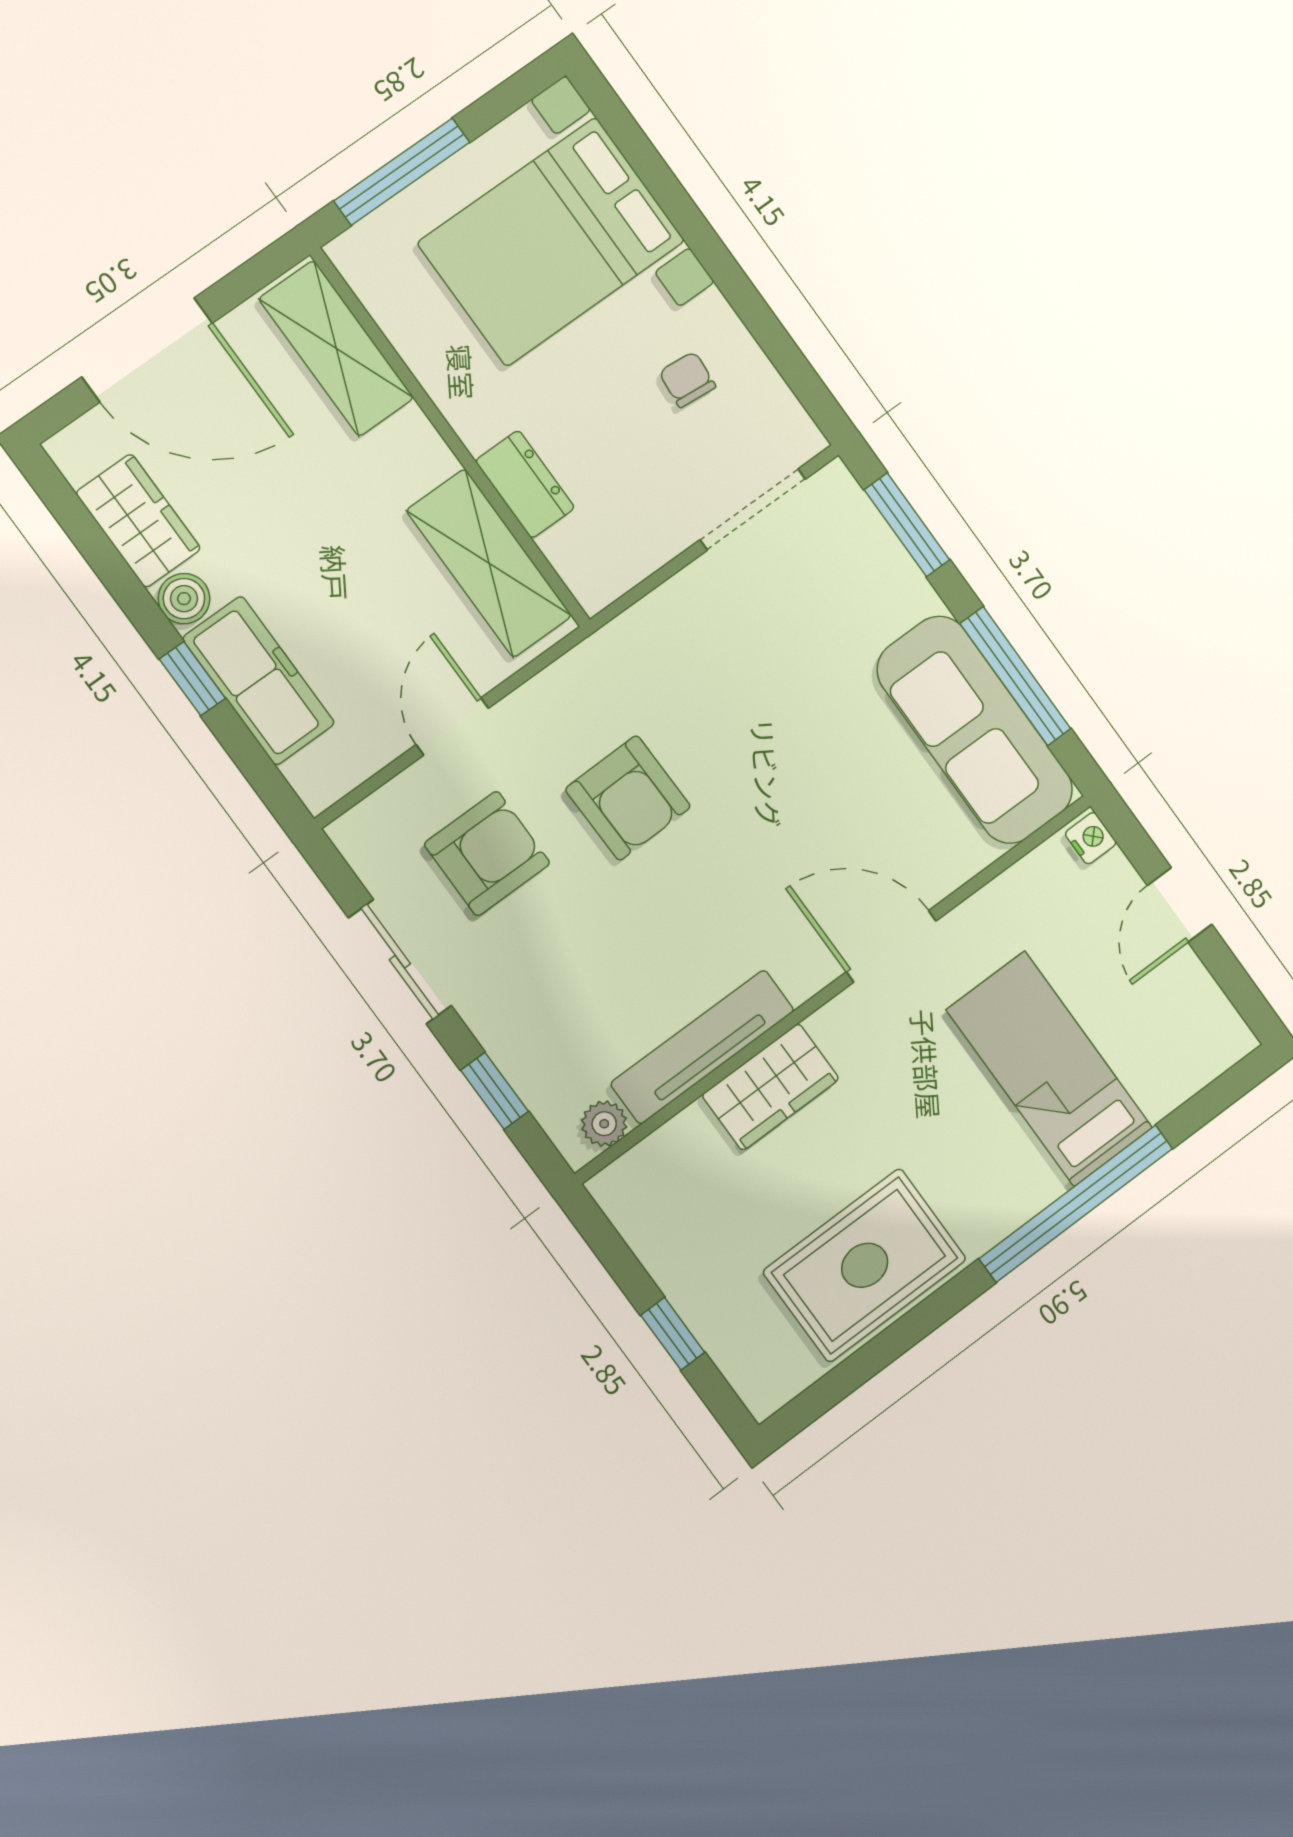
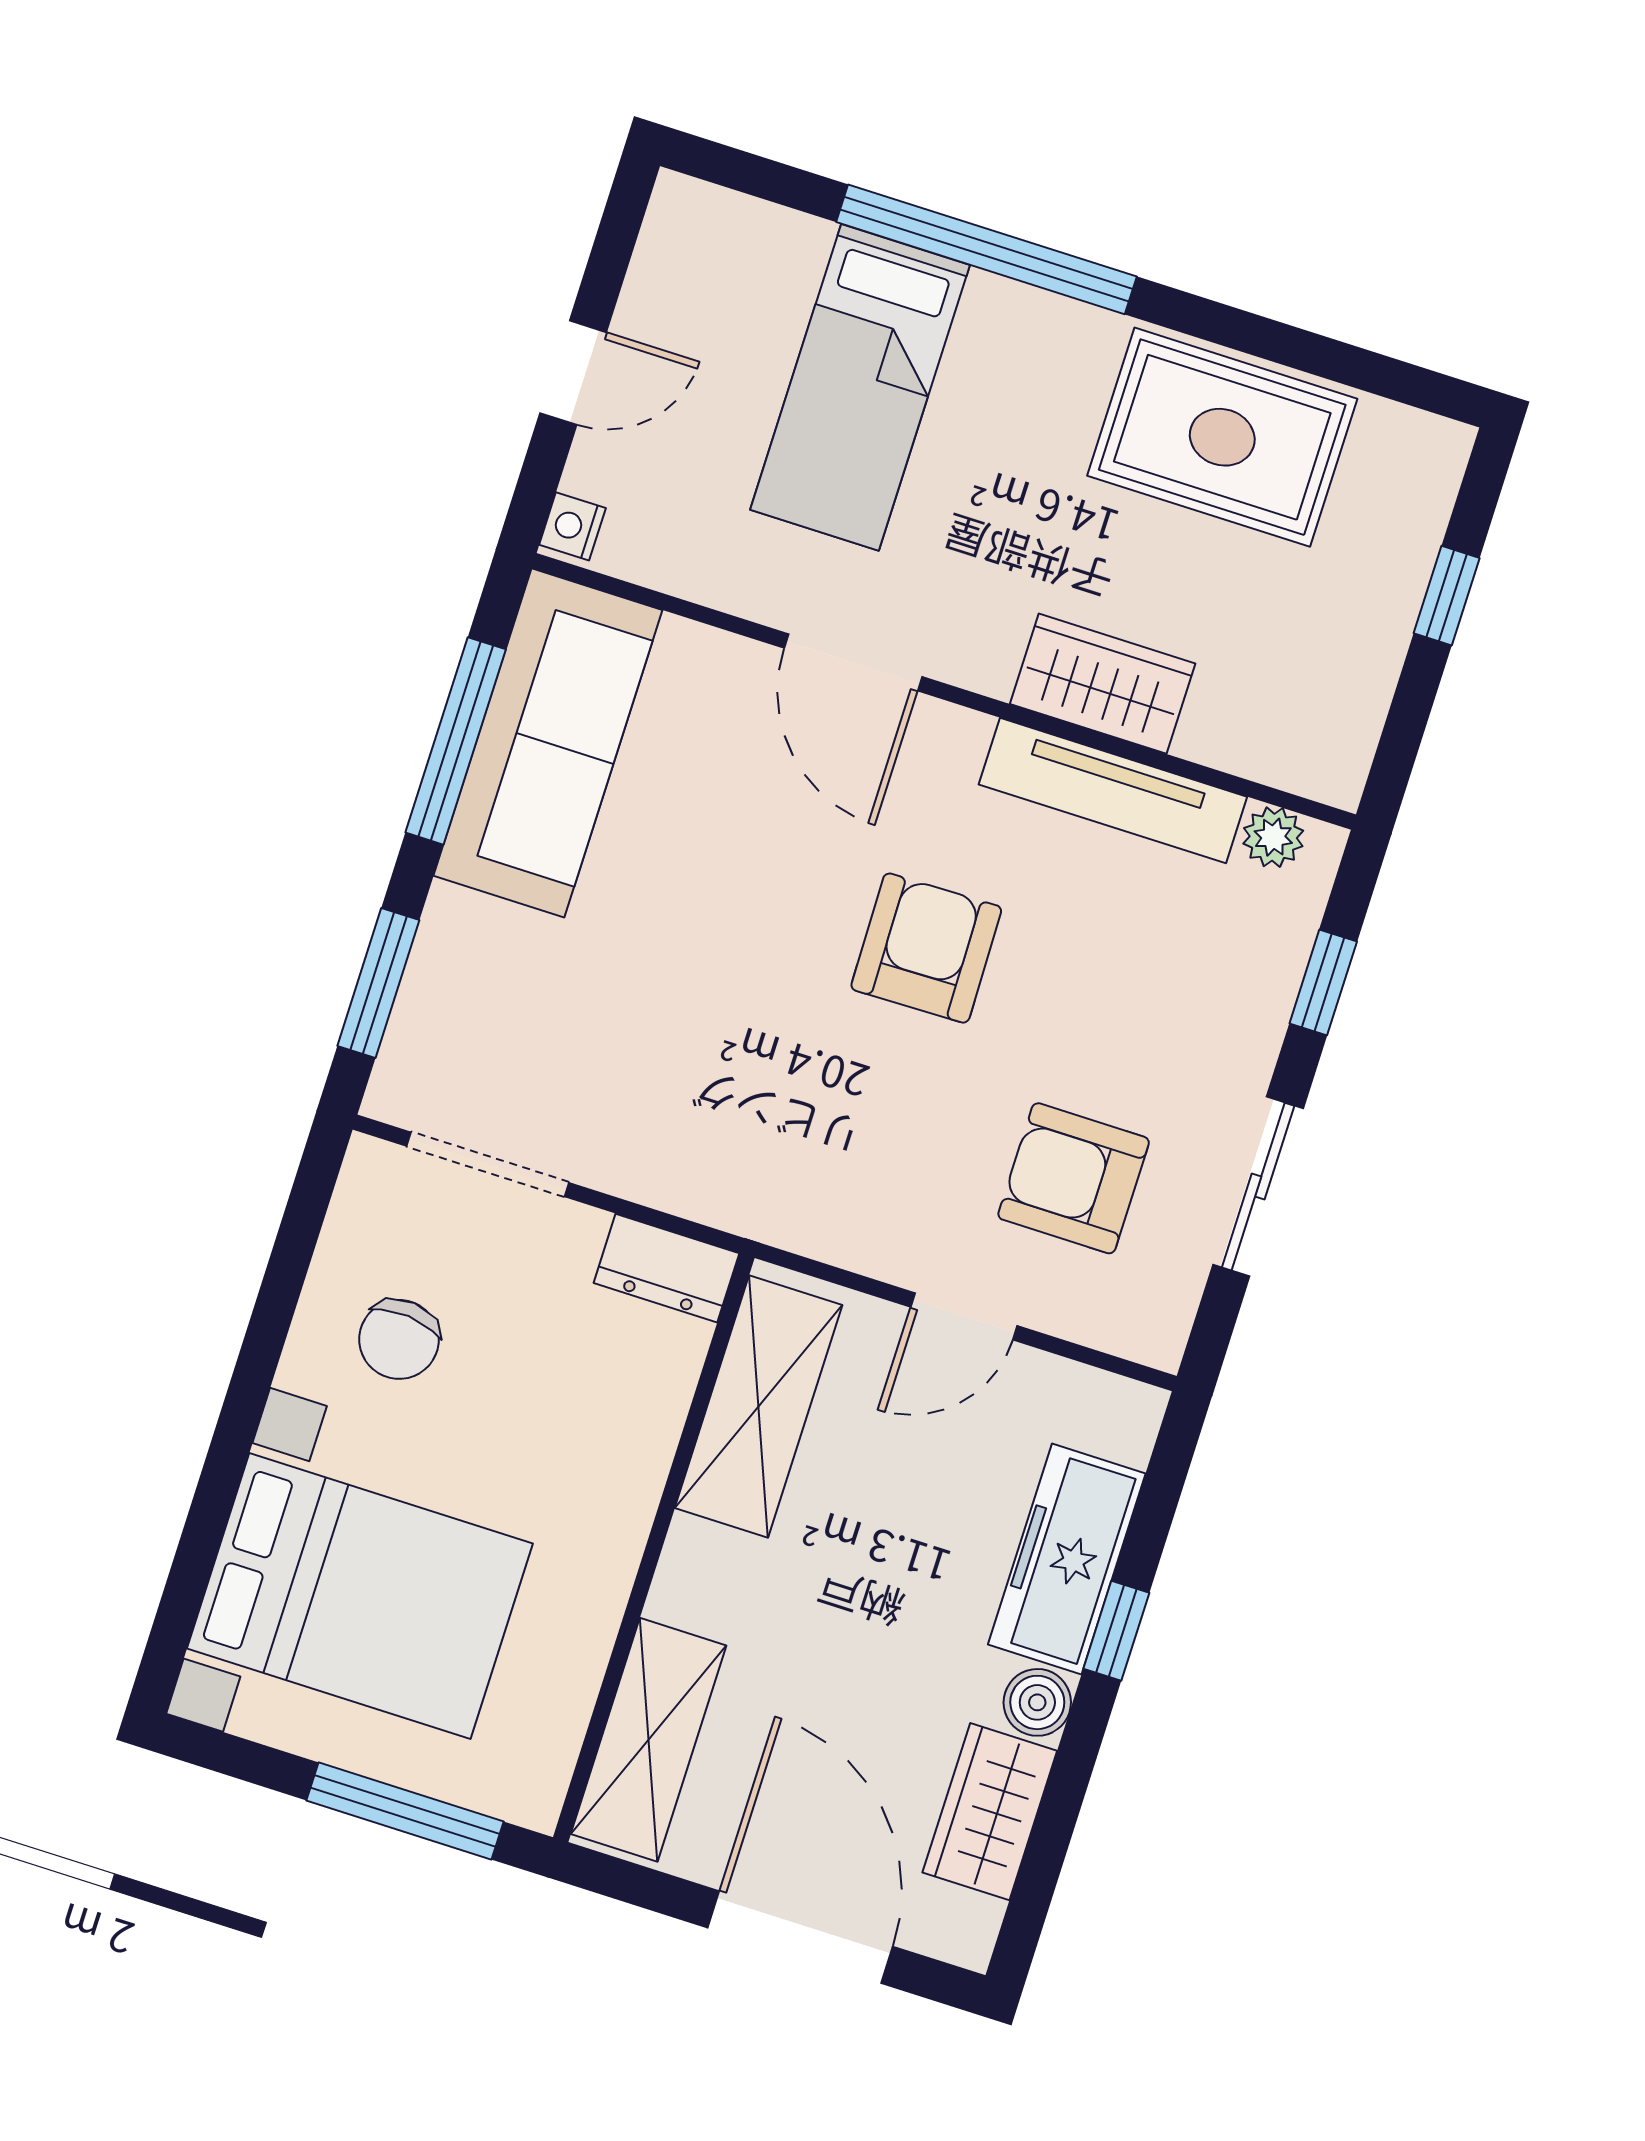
chair: (687, 379) -> (399, 1339), width x1.37, depth x1.37
dresser: (525, 484) -> (666, 1268), moved, turned -90
armchair: (628, 798) -> (926, 948), moved

